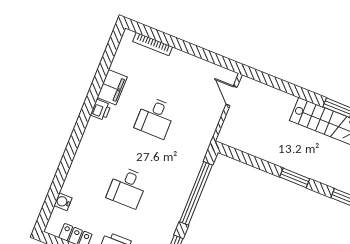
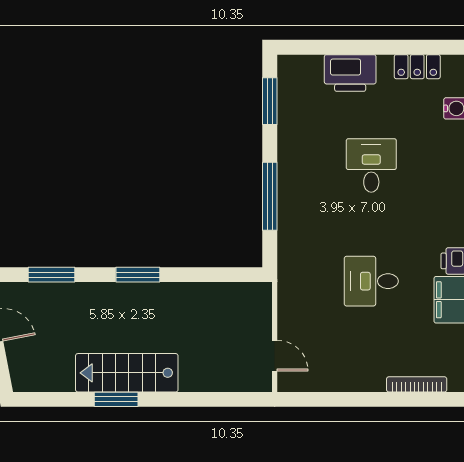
desk: (155, 118) -> (371, 281), turned -90
window: (196, 193) -> (270, 196), width x0.68

